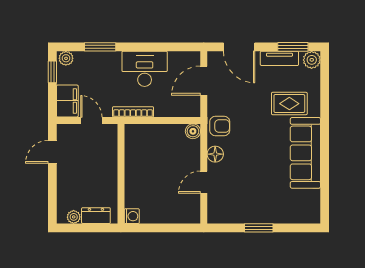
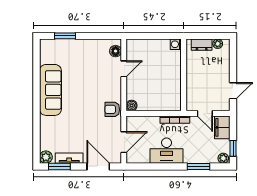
rug: (289, 104) -> (62, 126), removed
floor lamp: (215, 154) -> (116, 51), moved
window: (259, 228) -> (65, 36), moved

